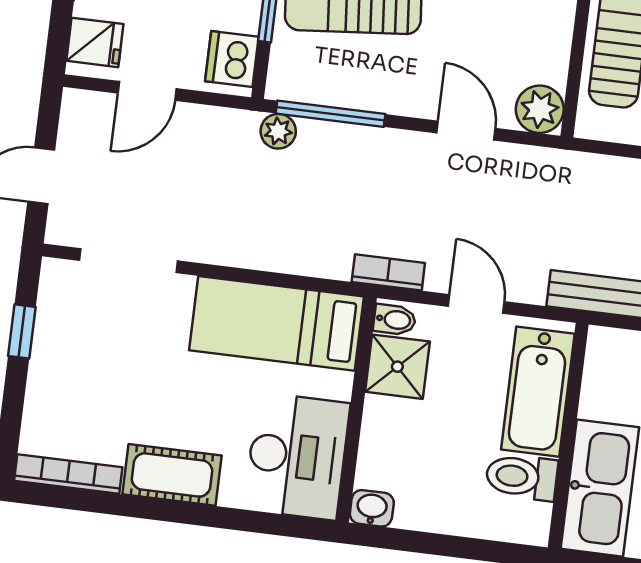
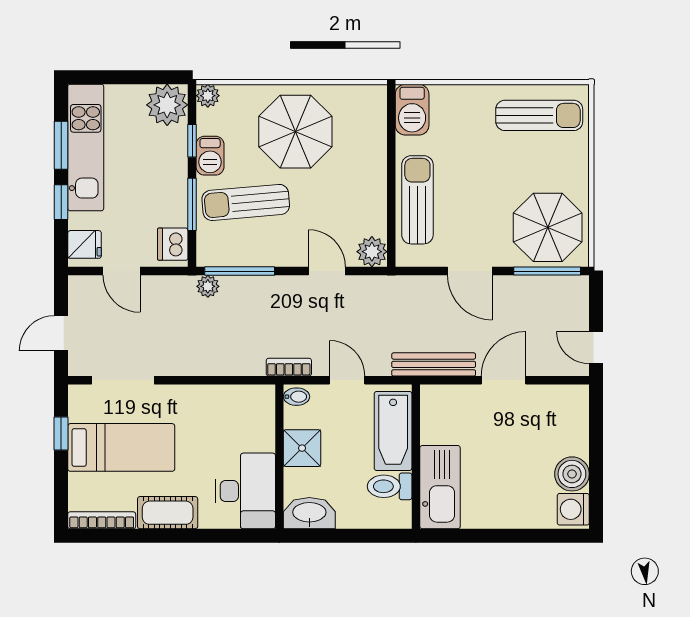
door: (147, 91) -> (121, 271), hinge flipped
bed: (277, 323) -> (121, 447), moved, turned 180
shower: (397, 367) -> (302, 448), moved
washbasin: (372, 508) -> (309, 513), width x1.91, depth x1.45

